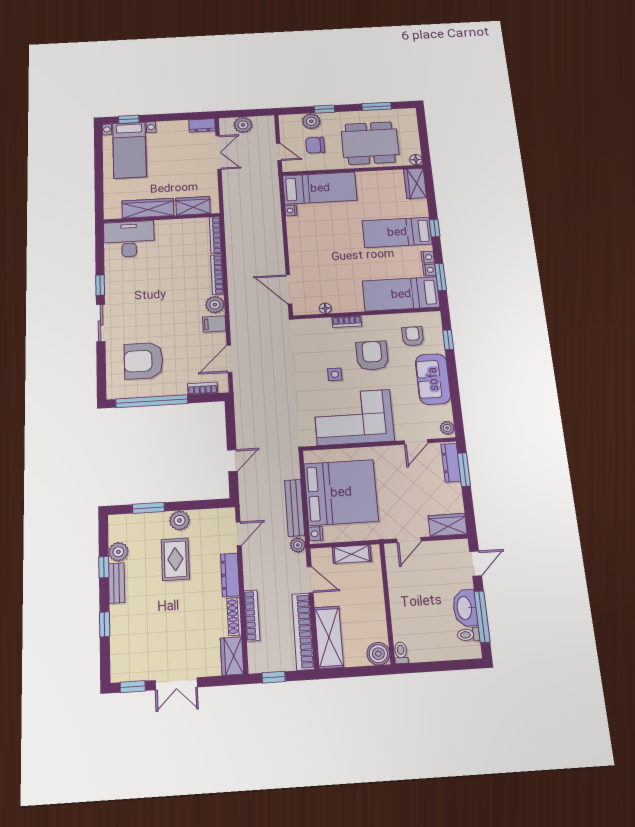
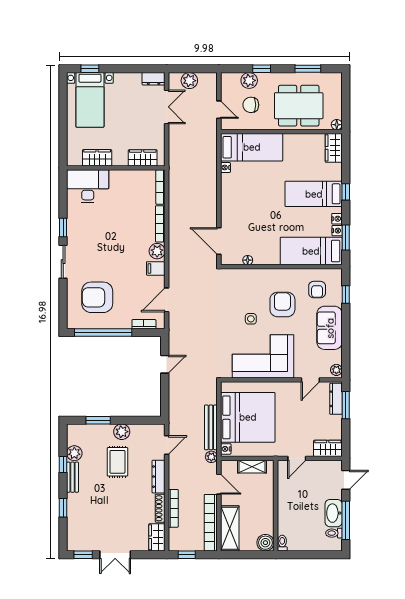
wardrobe: (148, 208) -> (97, 158), width x0.67
bookcase: (347, 322) -> (264, 273), removed
armchair: (413, 336) -> (317, 290), turned 180
door: (232, 461) -> (165, 364), moved

